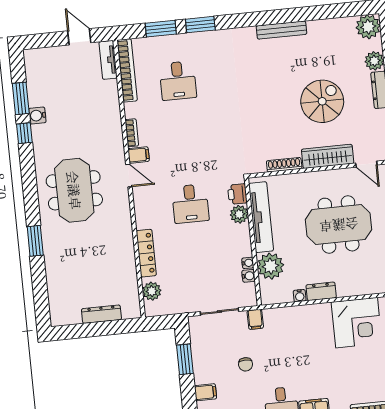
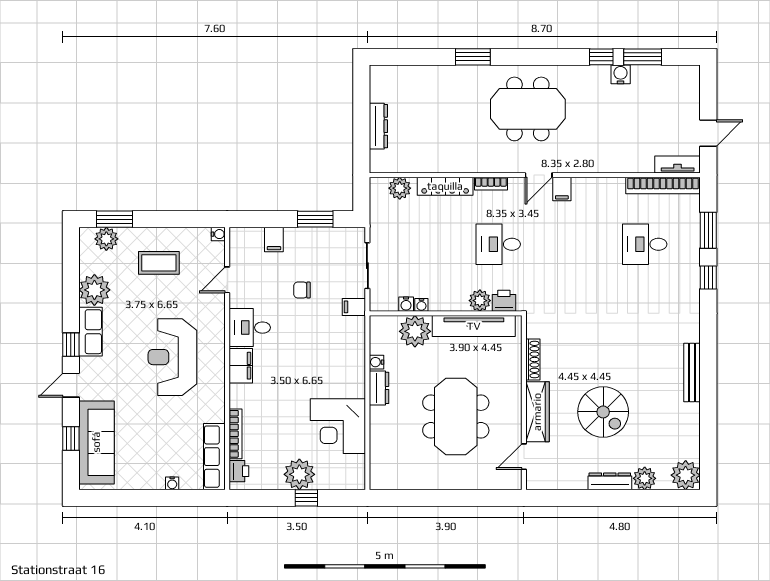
window: (200, 25) -> (708, 277), width x0.67
bookcase: (132, 133) -> (491, 184), moved

